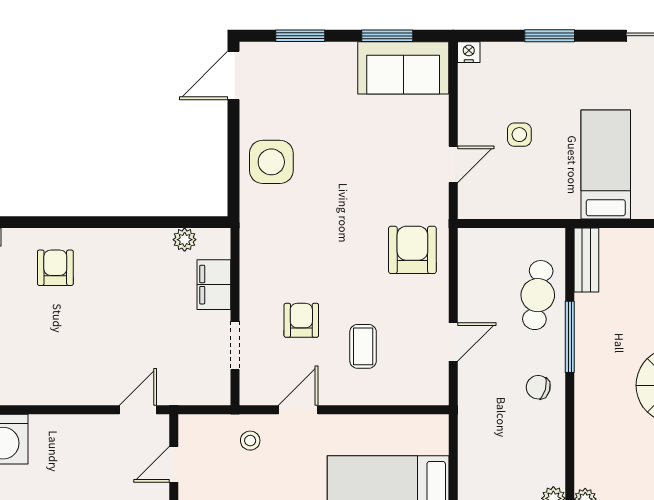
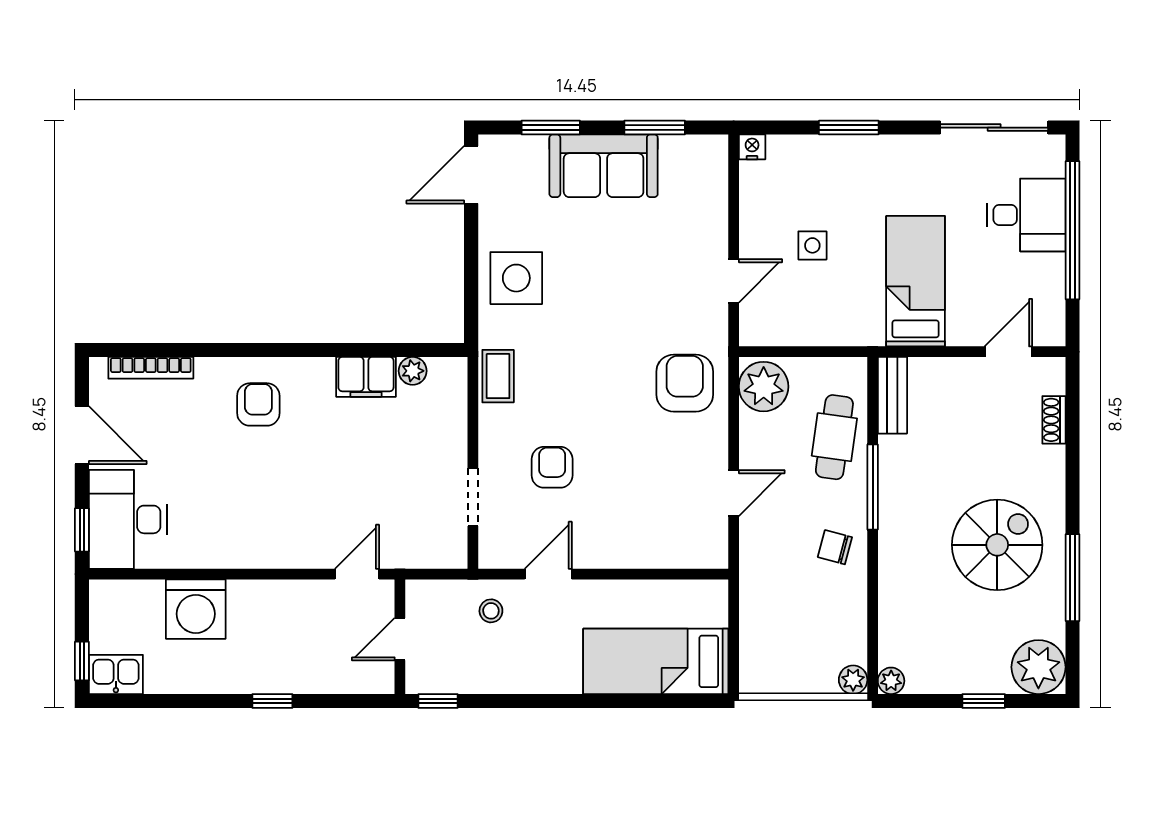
sofa: (403, 68) -> (604, 166), moved
plant: (478, 253) -> (764, 387), added
filing cabinet: (214, 285) -> (366, 377), moved, turned -90
coffee table: (363, 346) -> (498, 376), moved

